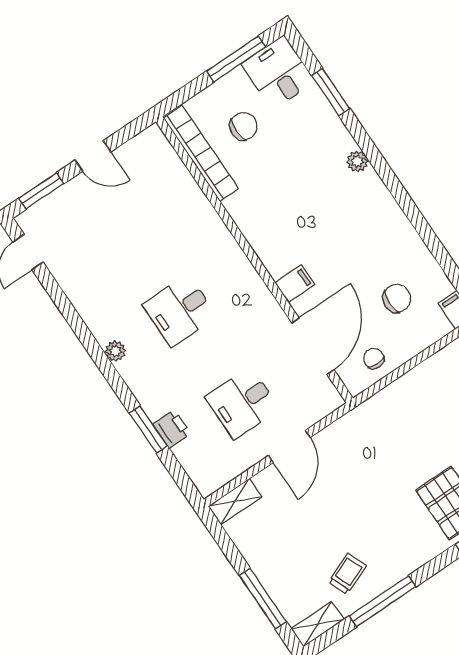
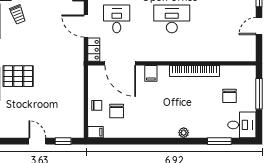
window: (236, 59) -> (259, 94), moved
bookcase: (201, 153) -> (194, 71), moved
desk: (180, 310) -> (172, 19), width x1.37
chair: (374, 358) -> (97, 105), moved
locker: (320, 406) -> (94, 50), added

